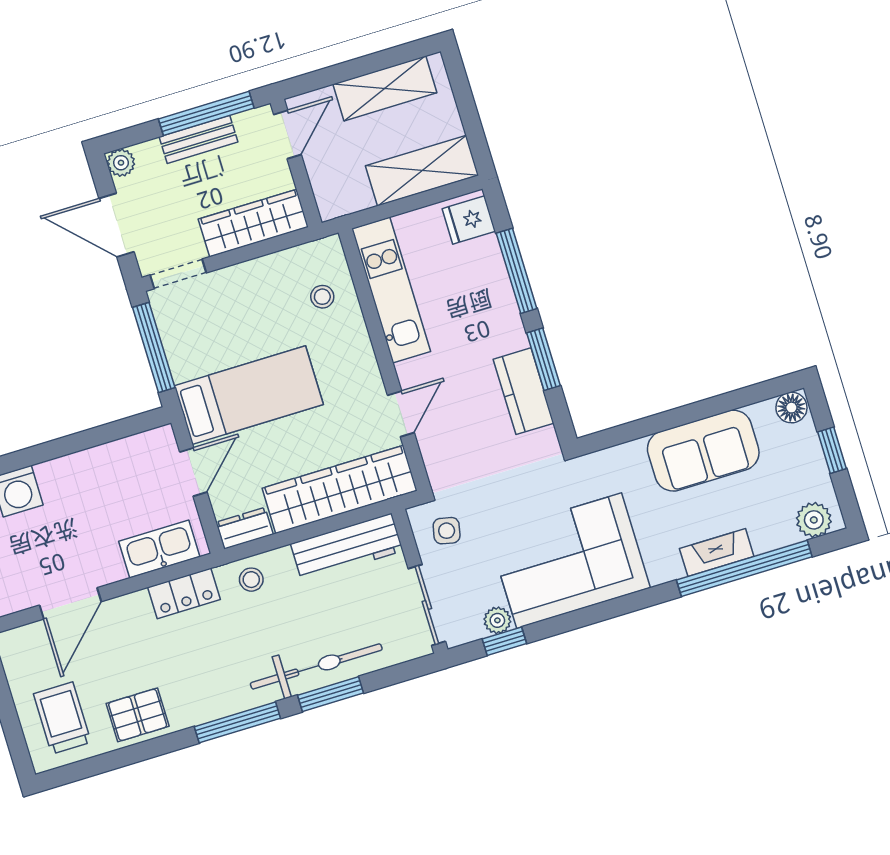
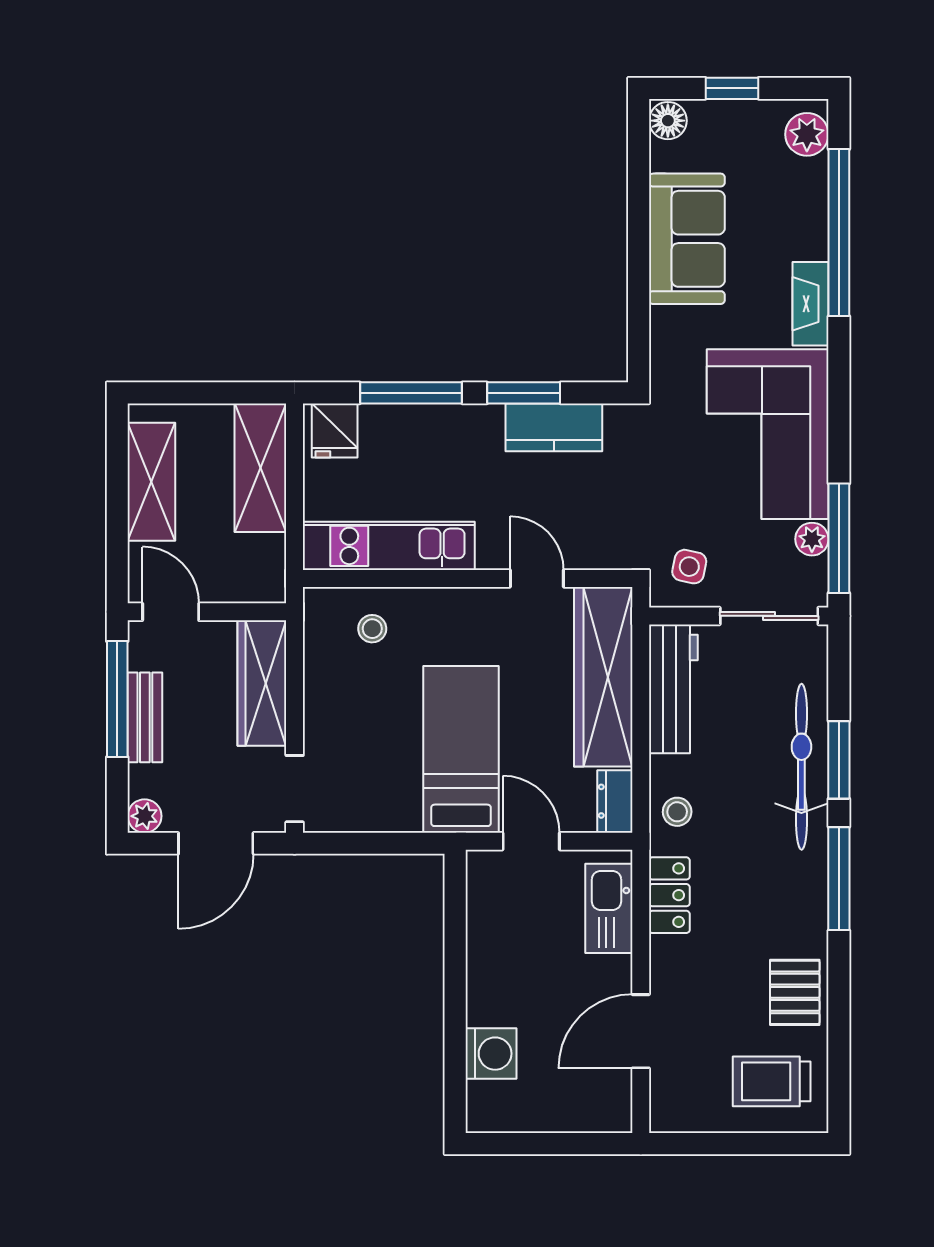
window: (154, 347) -> (372, 843), removed
fireplace: (717, 553) -> (811, 304), moved
door: (70, 603) -> (641, 1031), swing flipped
window: (504, 641) -> (839, 538), width x2.17

